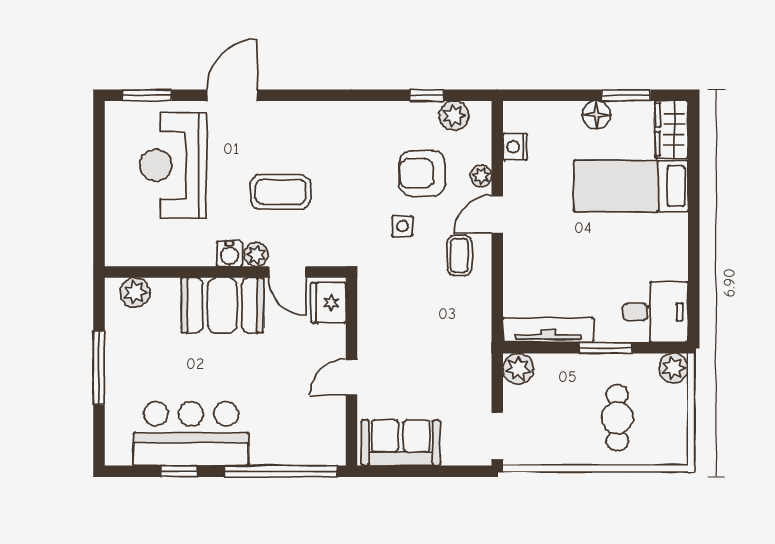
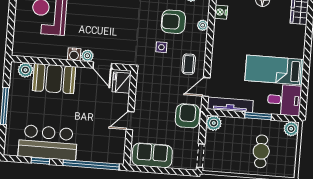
bed: (631, 186) -> (274, 70), moved
coffee table: (281, 192) -> (102, 25), removed
door: (497, 214) -> (206, 87), moved
booth: (222, 305) -> (54, 79), moved
armchair: (465, 359) -> (188, 116), added

